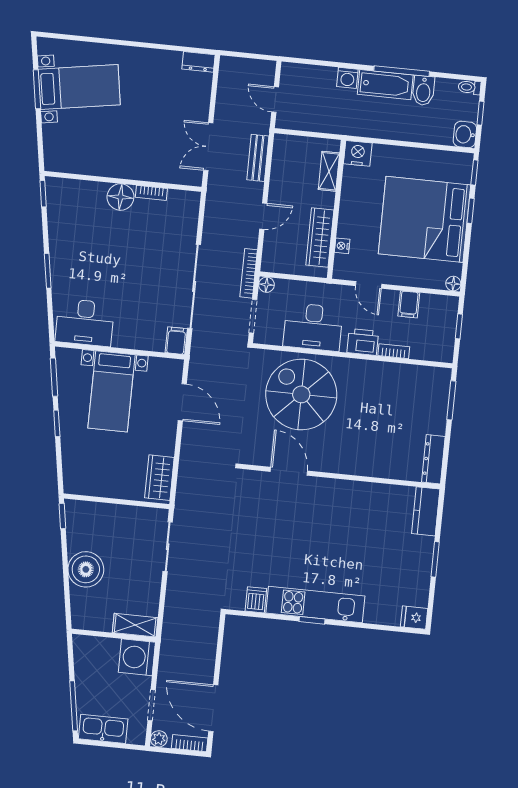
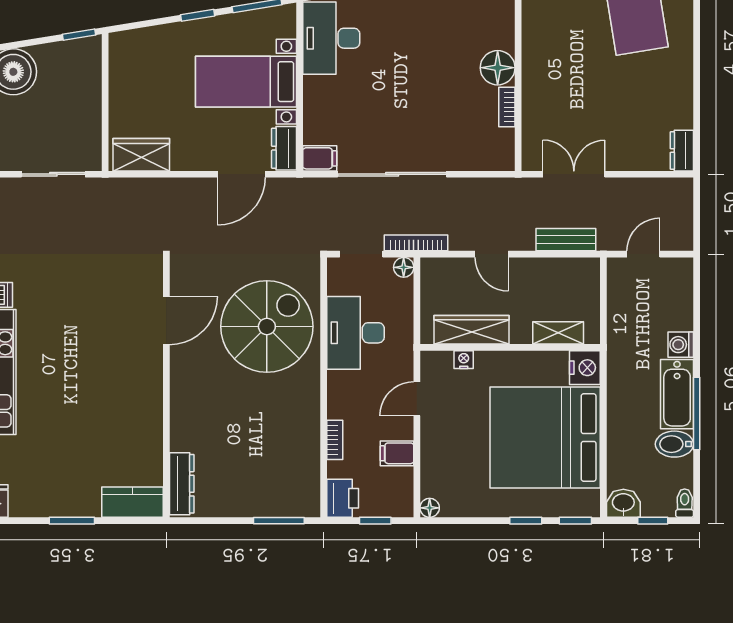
bed: (425, 219) -> (545, 437), moved, turned -90
printer: (363, 342) -> (343, 498), moved
dresser: (166, 367) -> (284, 148), added
dresser: (433, 459) -> (182, 484), moved, turned 90

